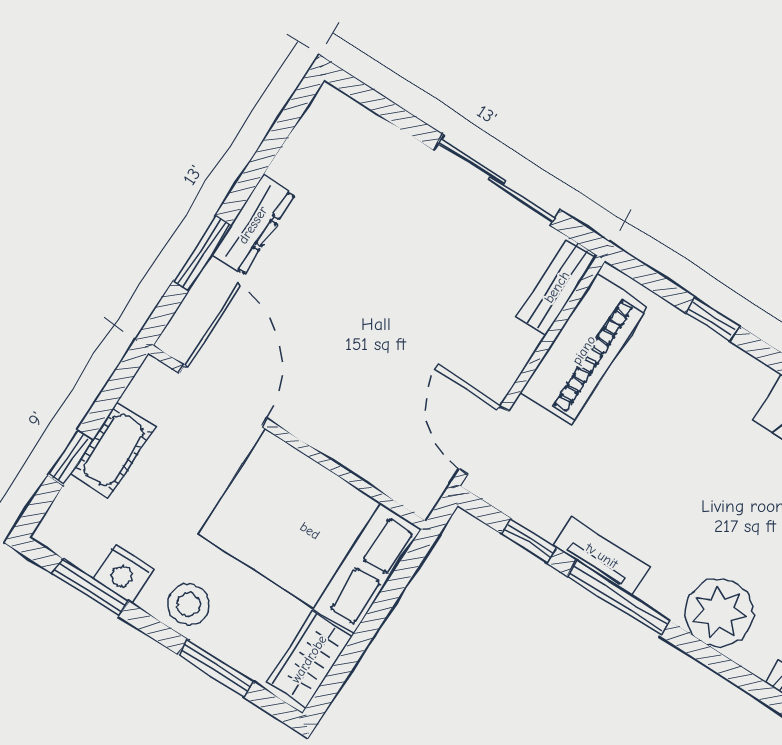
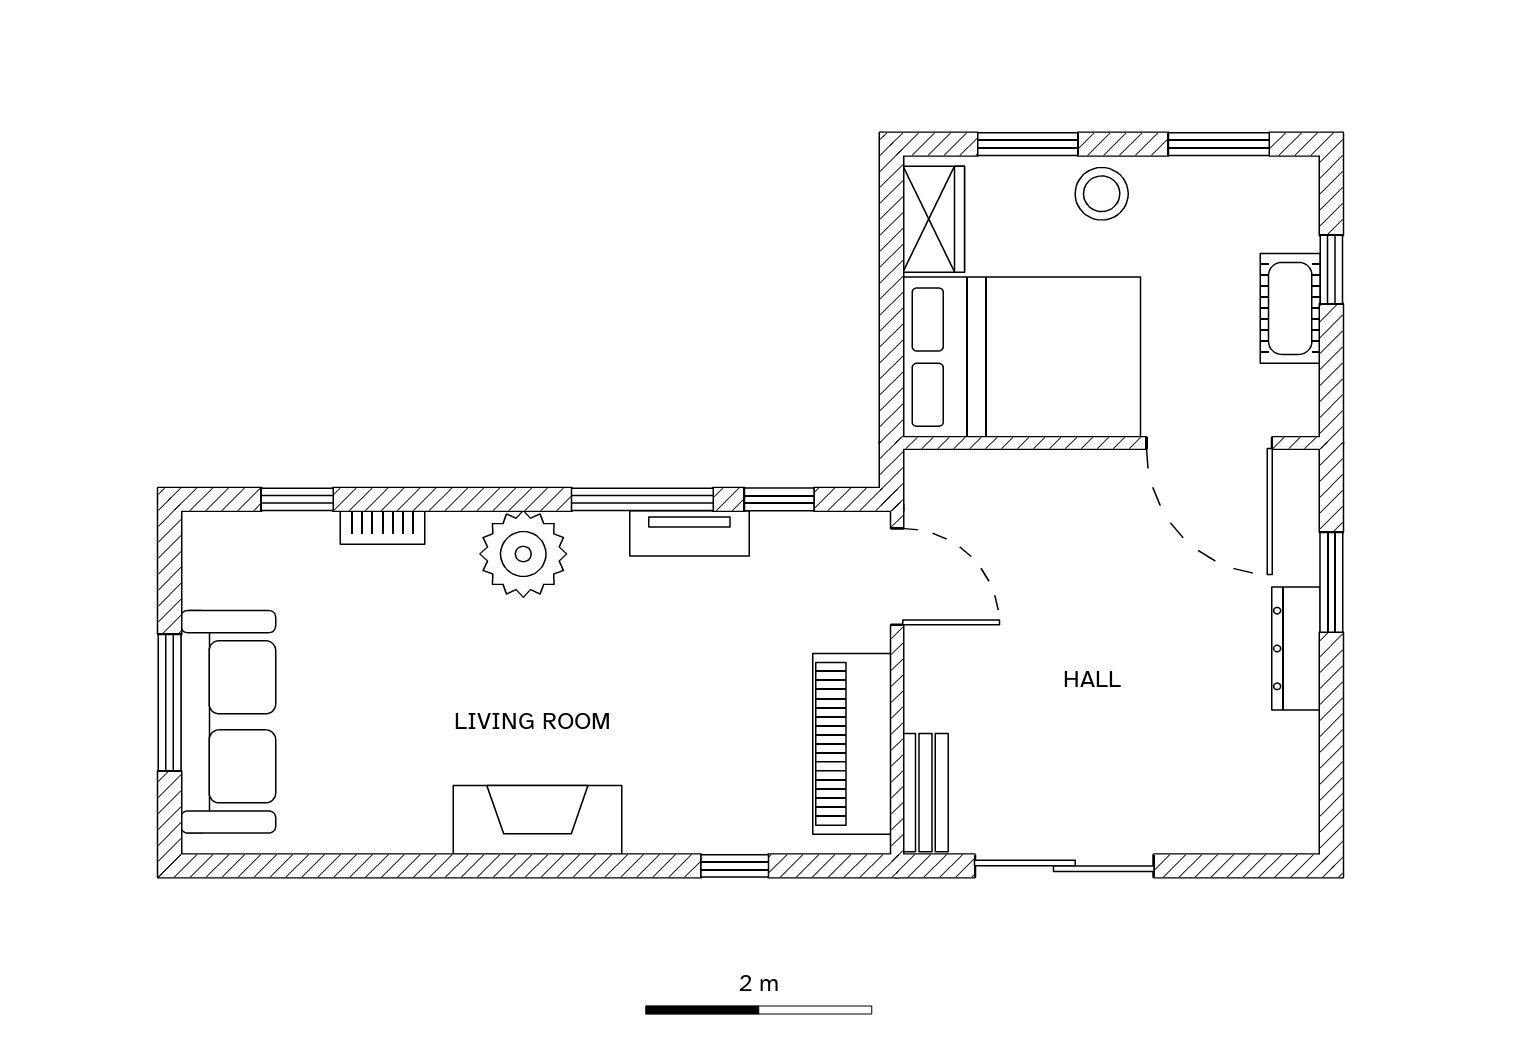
nightstand: (123, 573) -> (1194, 182), removed

